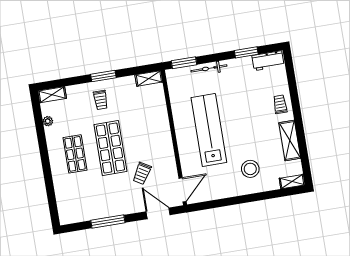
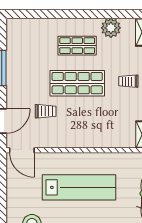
plant: (48, 121) -> (111, 28), width x1.88, depth x1.88
trolley: (142, 173) -> (46, 111), turned 149

